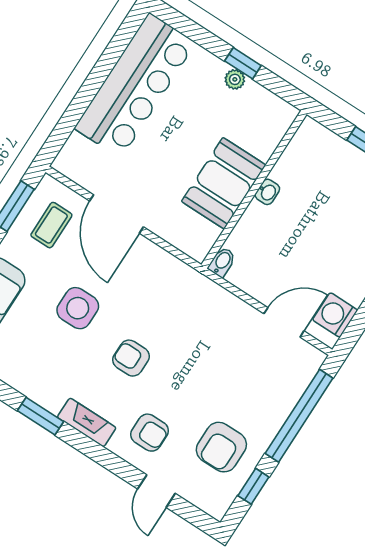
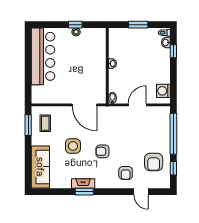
booth: (224, 183) -> (95, 70), removed
door: (117, 214) -> (84, 105), moved
door: (284, 322) -> (137, 105), moved
fireplace: (87, 422) -> (83, 184), moved
armchair: (150, 433) -> (126, 173), turned 90

